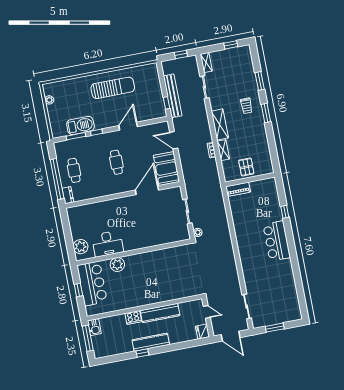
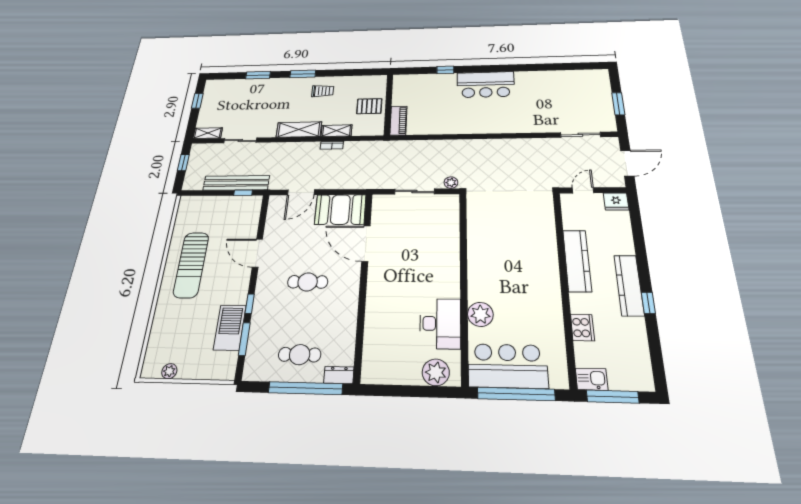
sun lounger: (113, 88) -> (191, 265), turned 180
trolley: (246, 106) -> (323, 91), moved
window: (78, 290) -> (516, 394), width x3.17
cooker: (133, 318) -> (582, 328), moved

